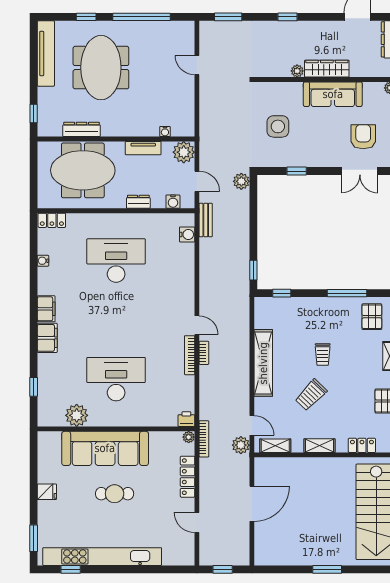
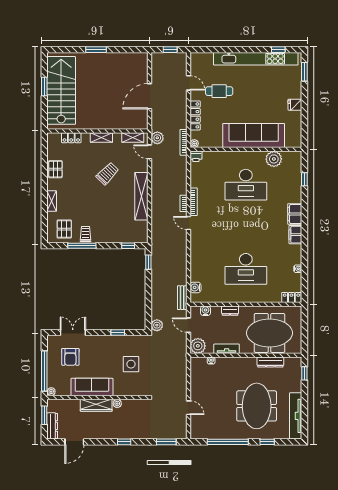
trolley: (323, 354) -> (85, 234), moved
cafe table: (115, 494) -> (219, 91), moved

